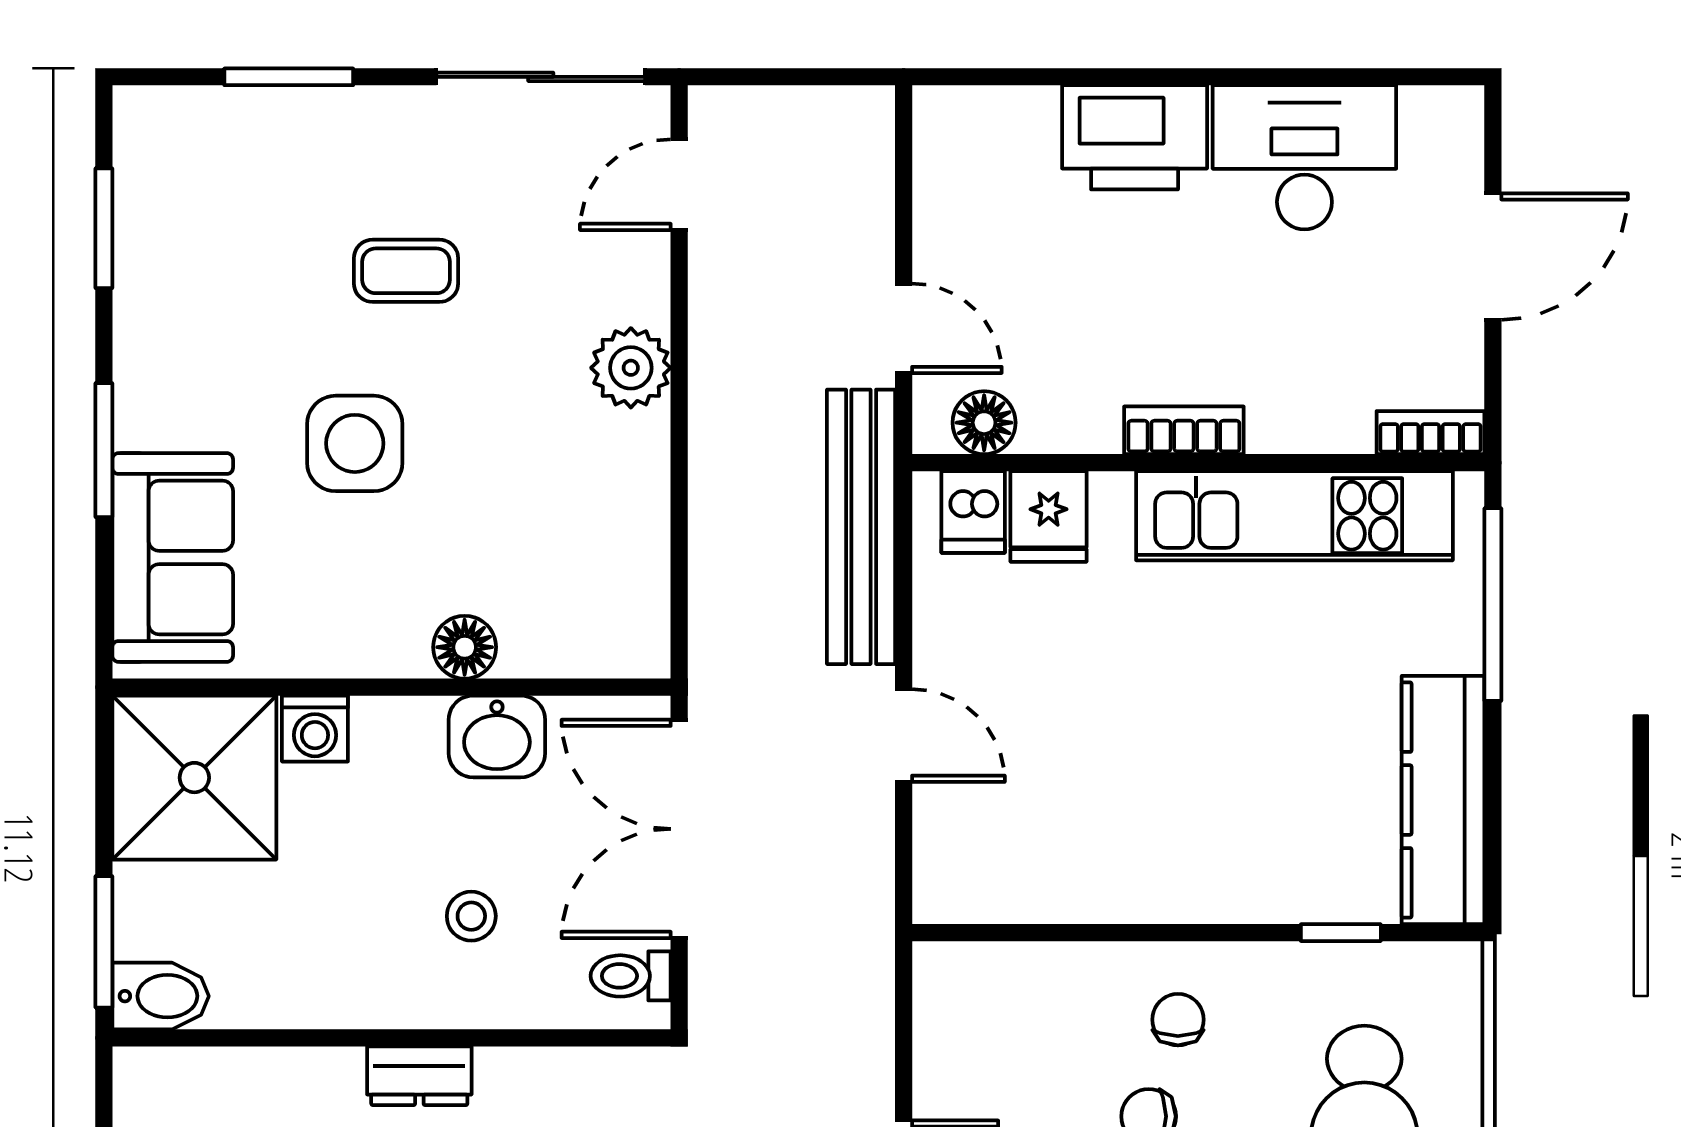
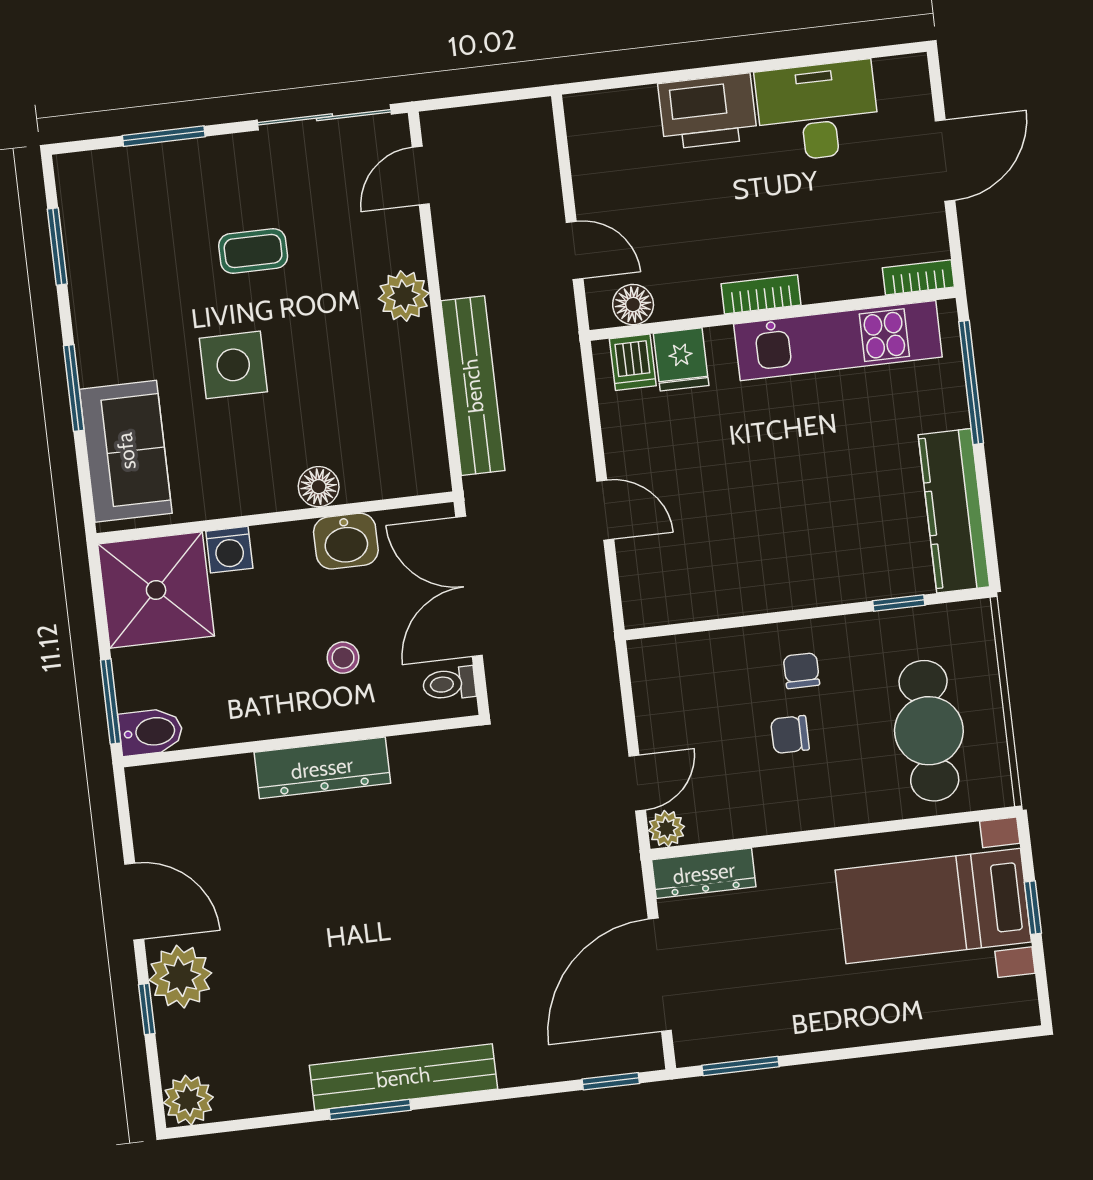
bench: (861, 527) -> (473, 386), moved
dresser: (419, 1076) -> (322, 768), width x1.96, depth x1.24

